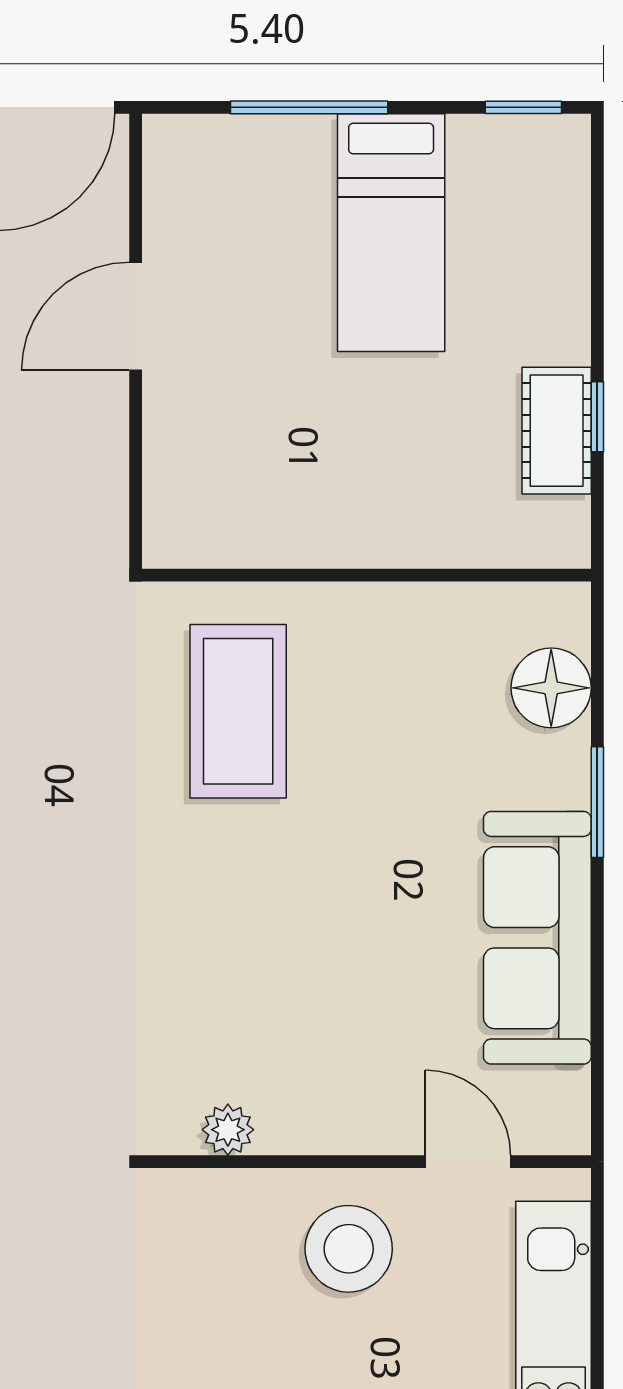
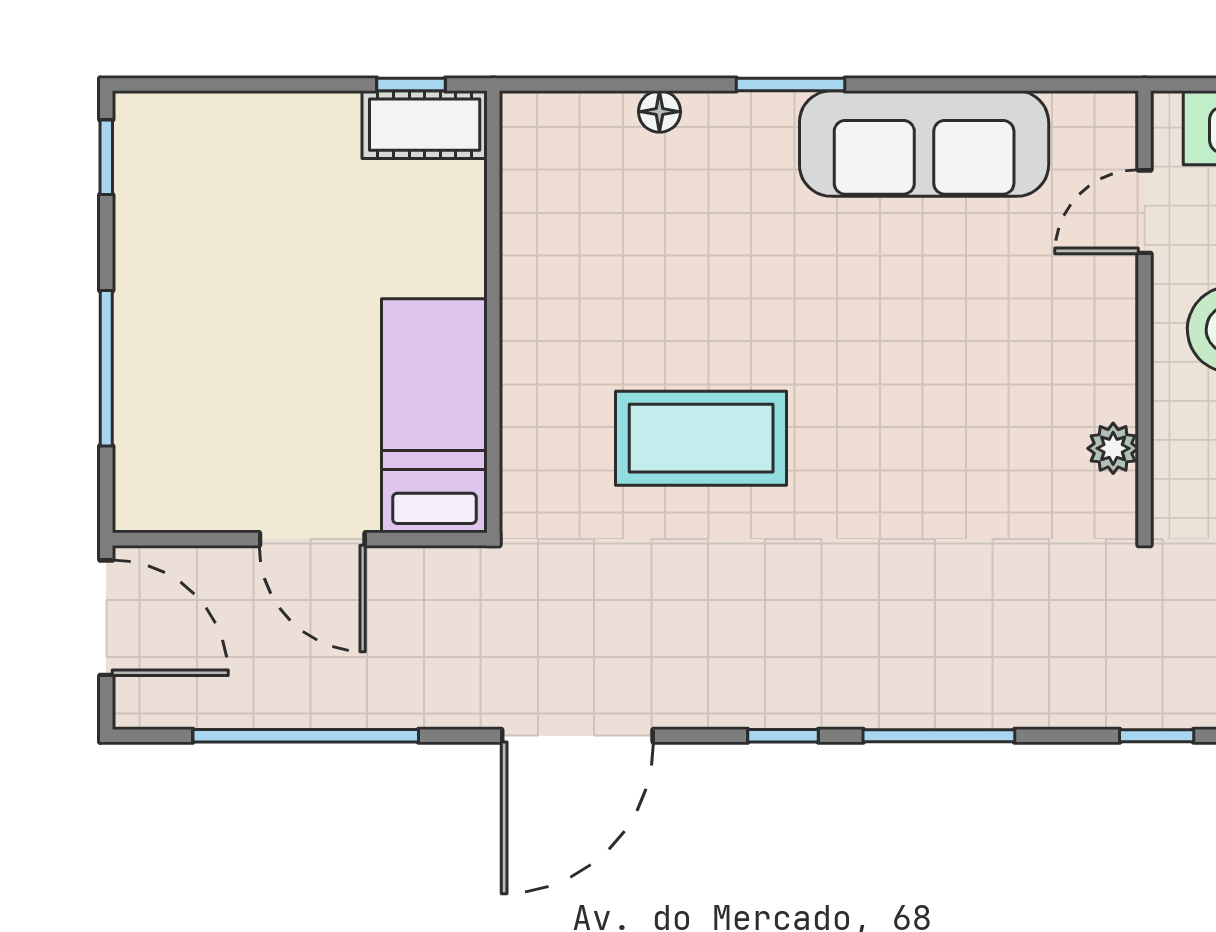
bed: (391, 233) -> (434, 416), moved, turned -90
wall: (366, 575) -> (493, 312), moved
floor lamp: (551, 688) -> (659, 112), width x0.53, depth x0.53

